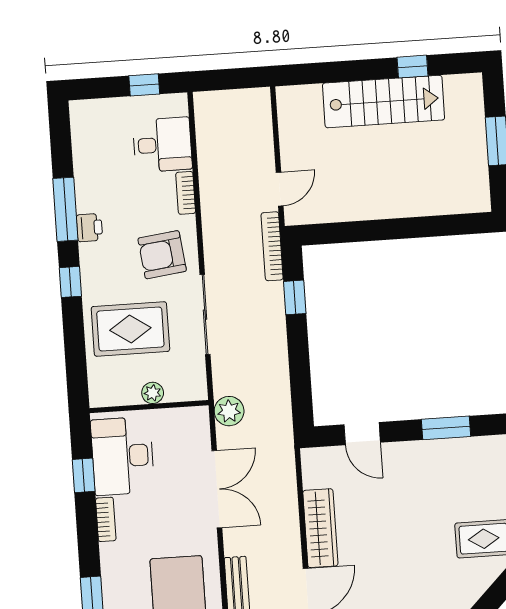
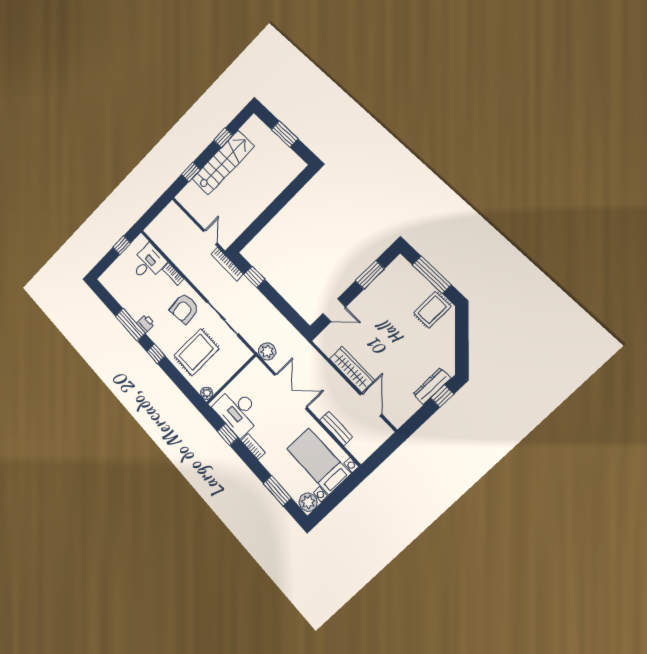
window: (328, 72) -> (191, 172), added
plant: (153, 393) -> (207, 393), moved

